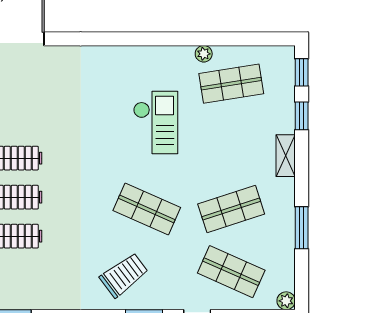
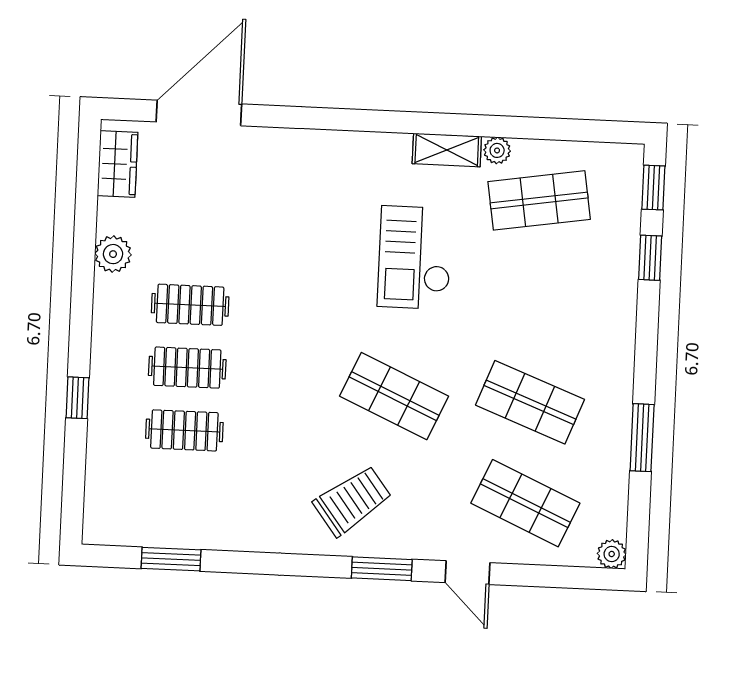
checkout: (156, 122) -> (415, 258), turned 180
shelving: (286, 156) -> (447, 150), moved, turned 90
shop shelf: (231, 209) -> (530, 402), turned 39

